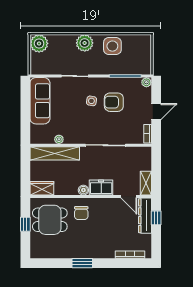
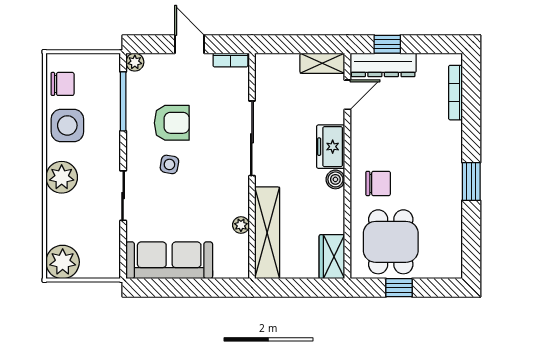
chair: (135, 43) -> (63, 84), added
armchair: (114, 102) -> (172, 123), turned -90

